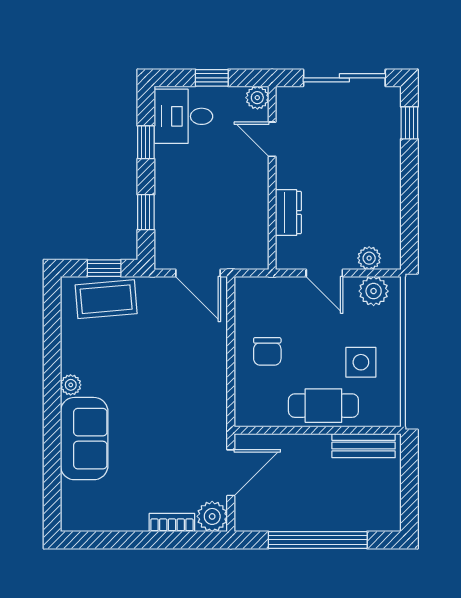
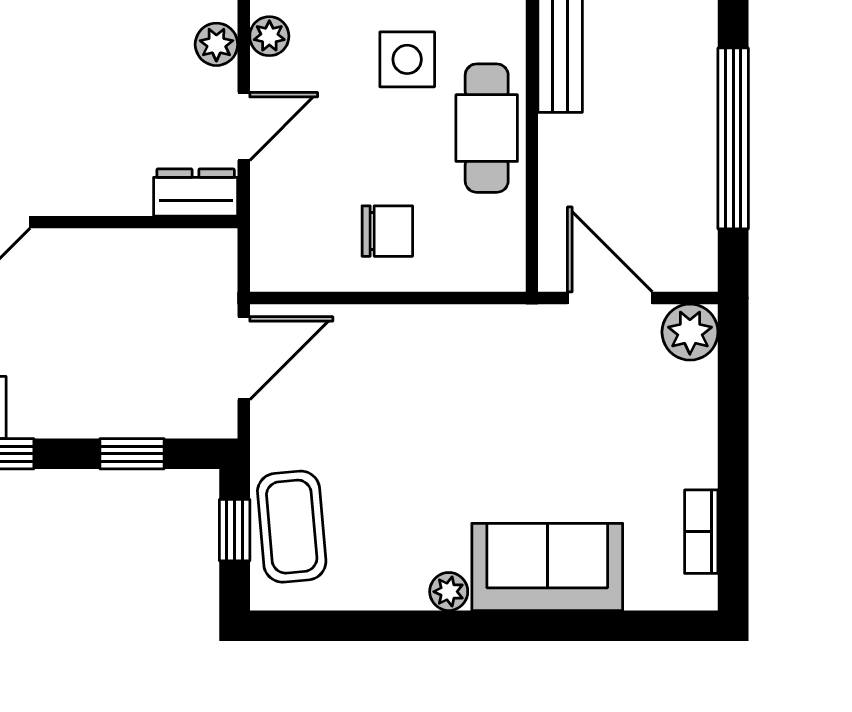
dresser: (288, 213) -> (196, 192), moved
plant: (374, 291) -> (269, 36), width x0.73, depth x0.73
bookcase: (172, 523) -> (701, 532), moved

